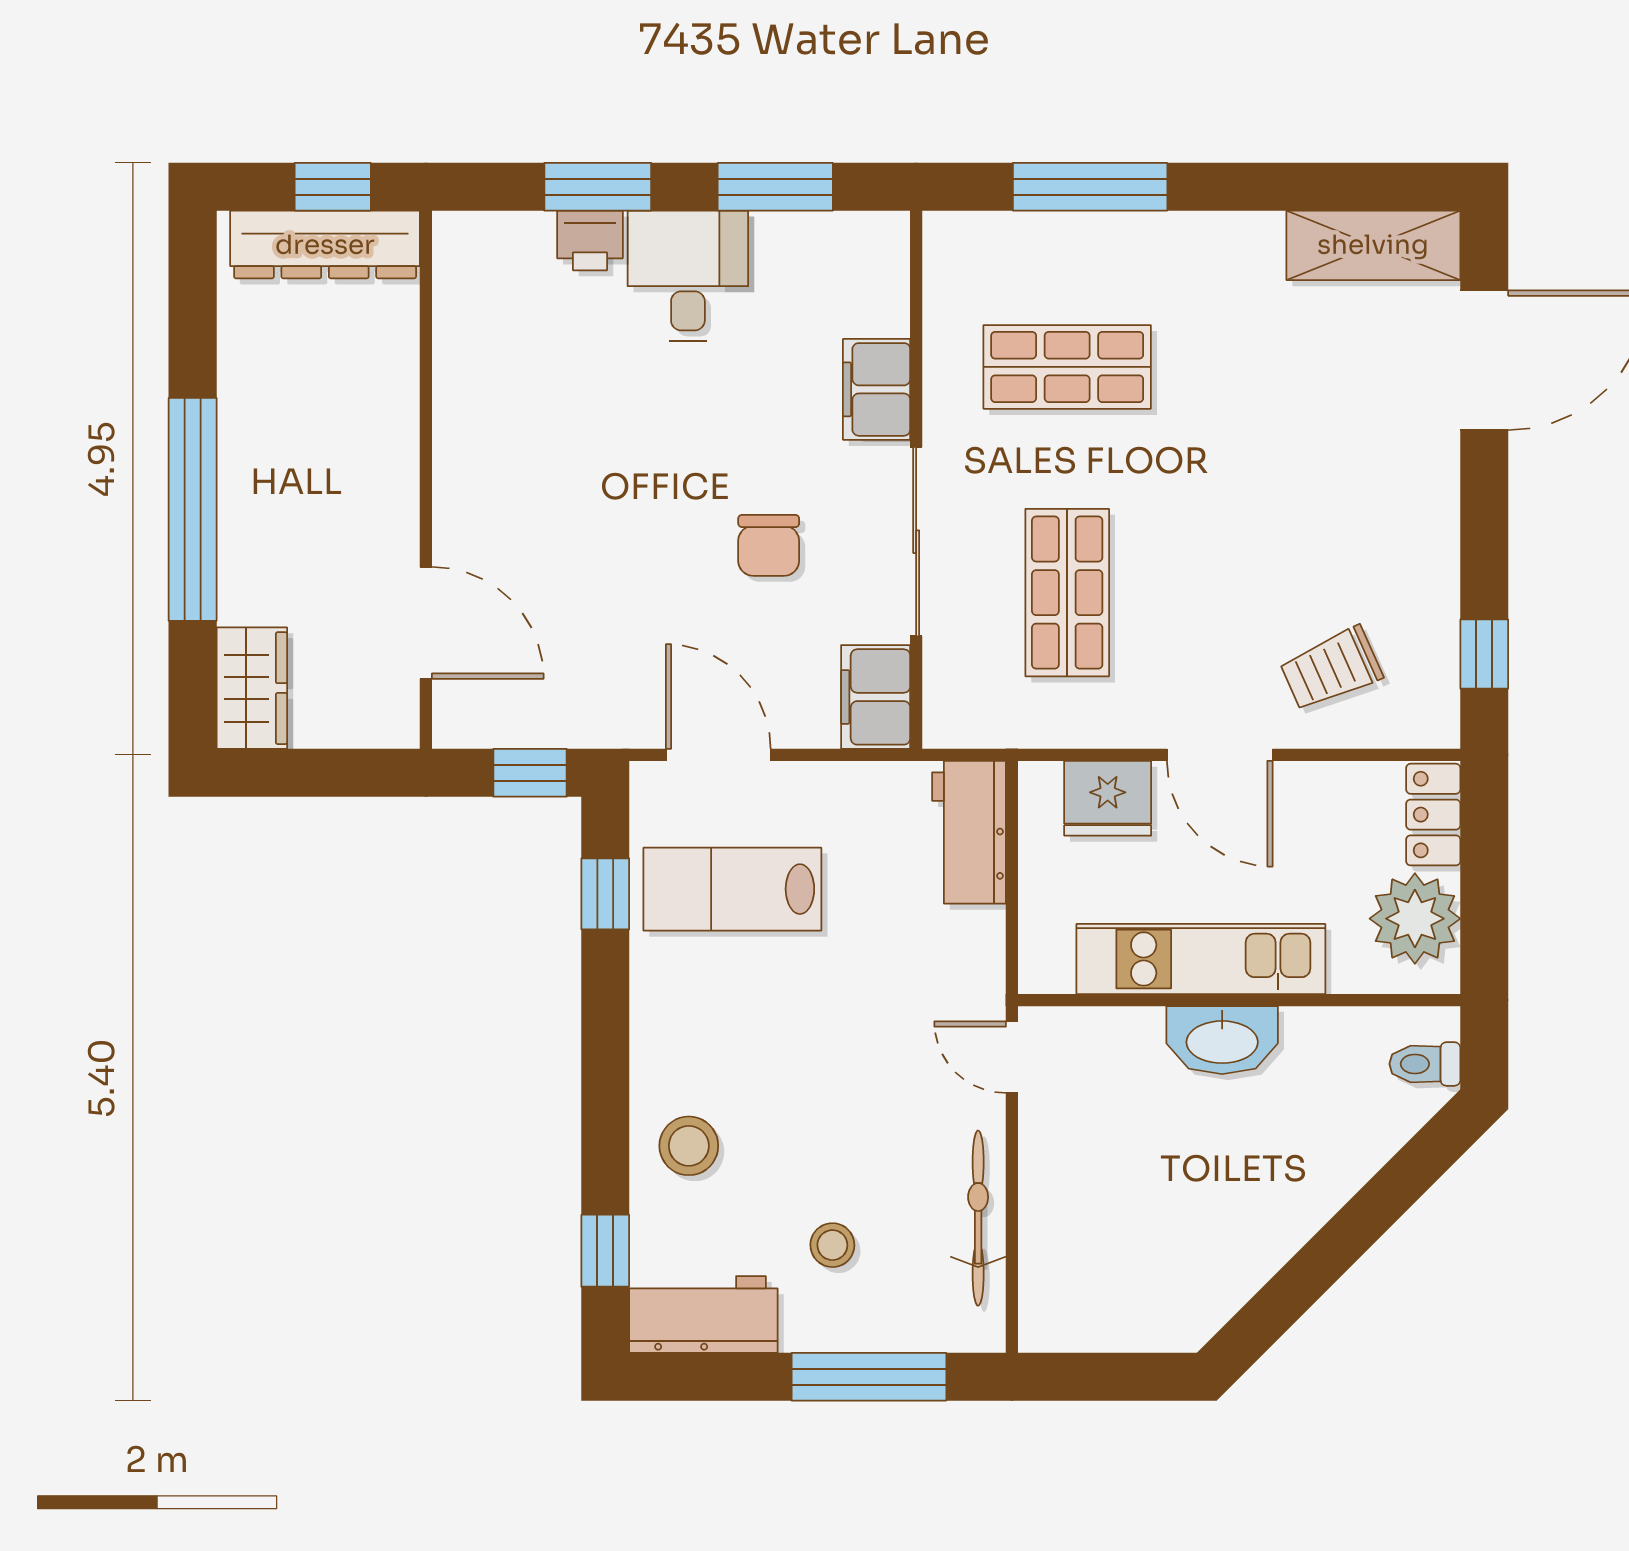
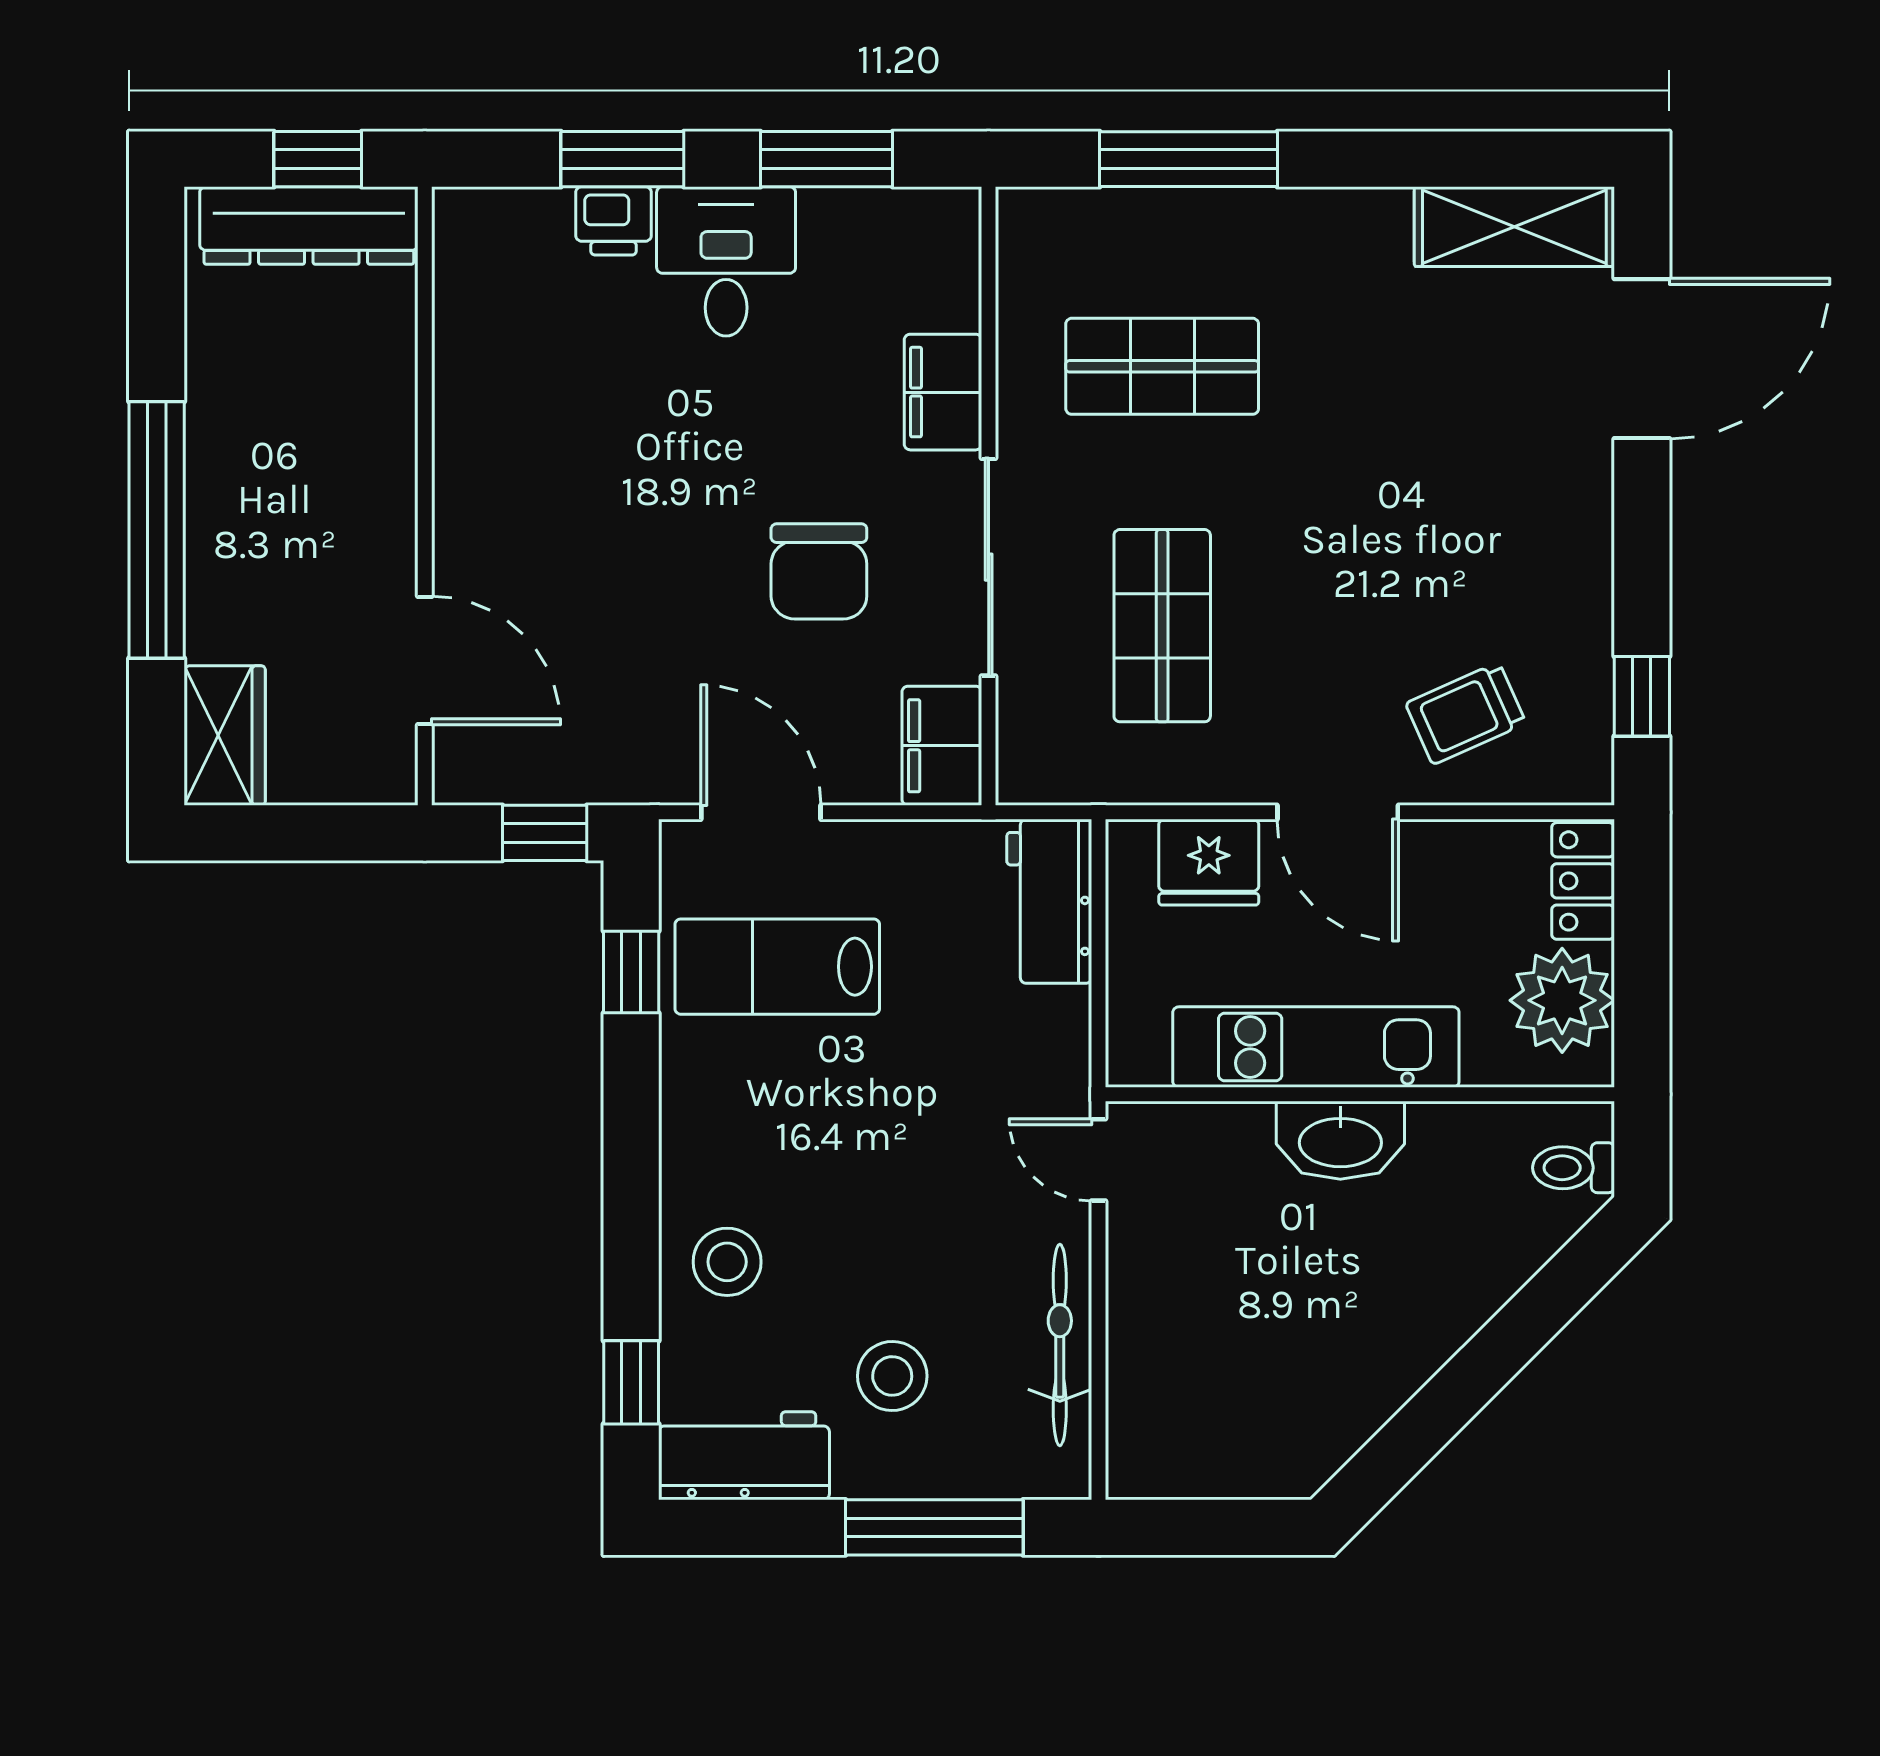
chair: (769, 545) -> (819, 571), width x1.37, depth x1.37
stool: (832, 1245) -> (892, 1376), width x1.37, depth x1.37

